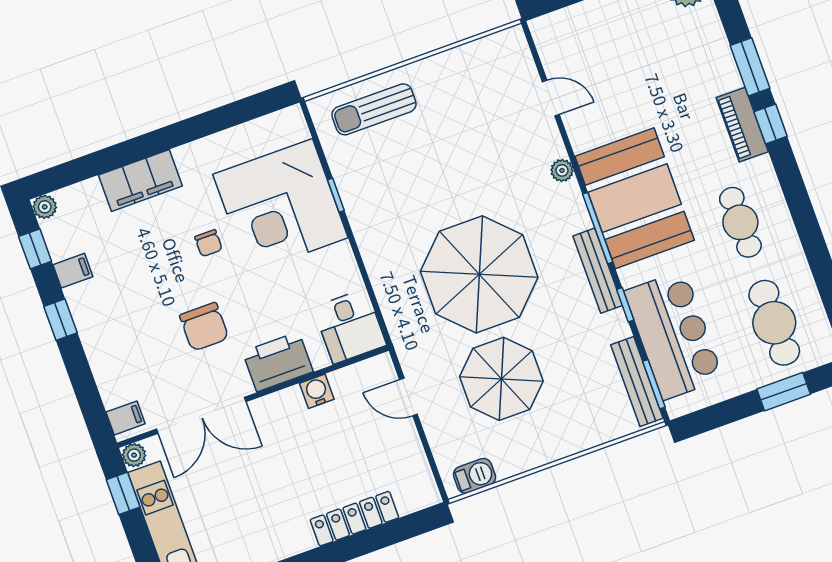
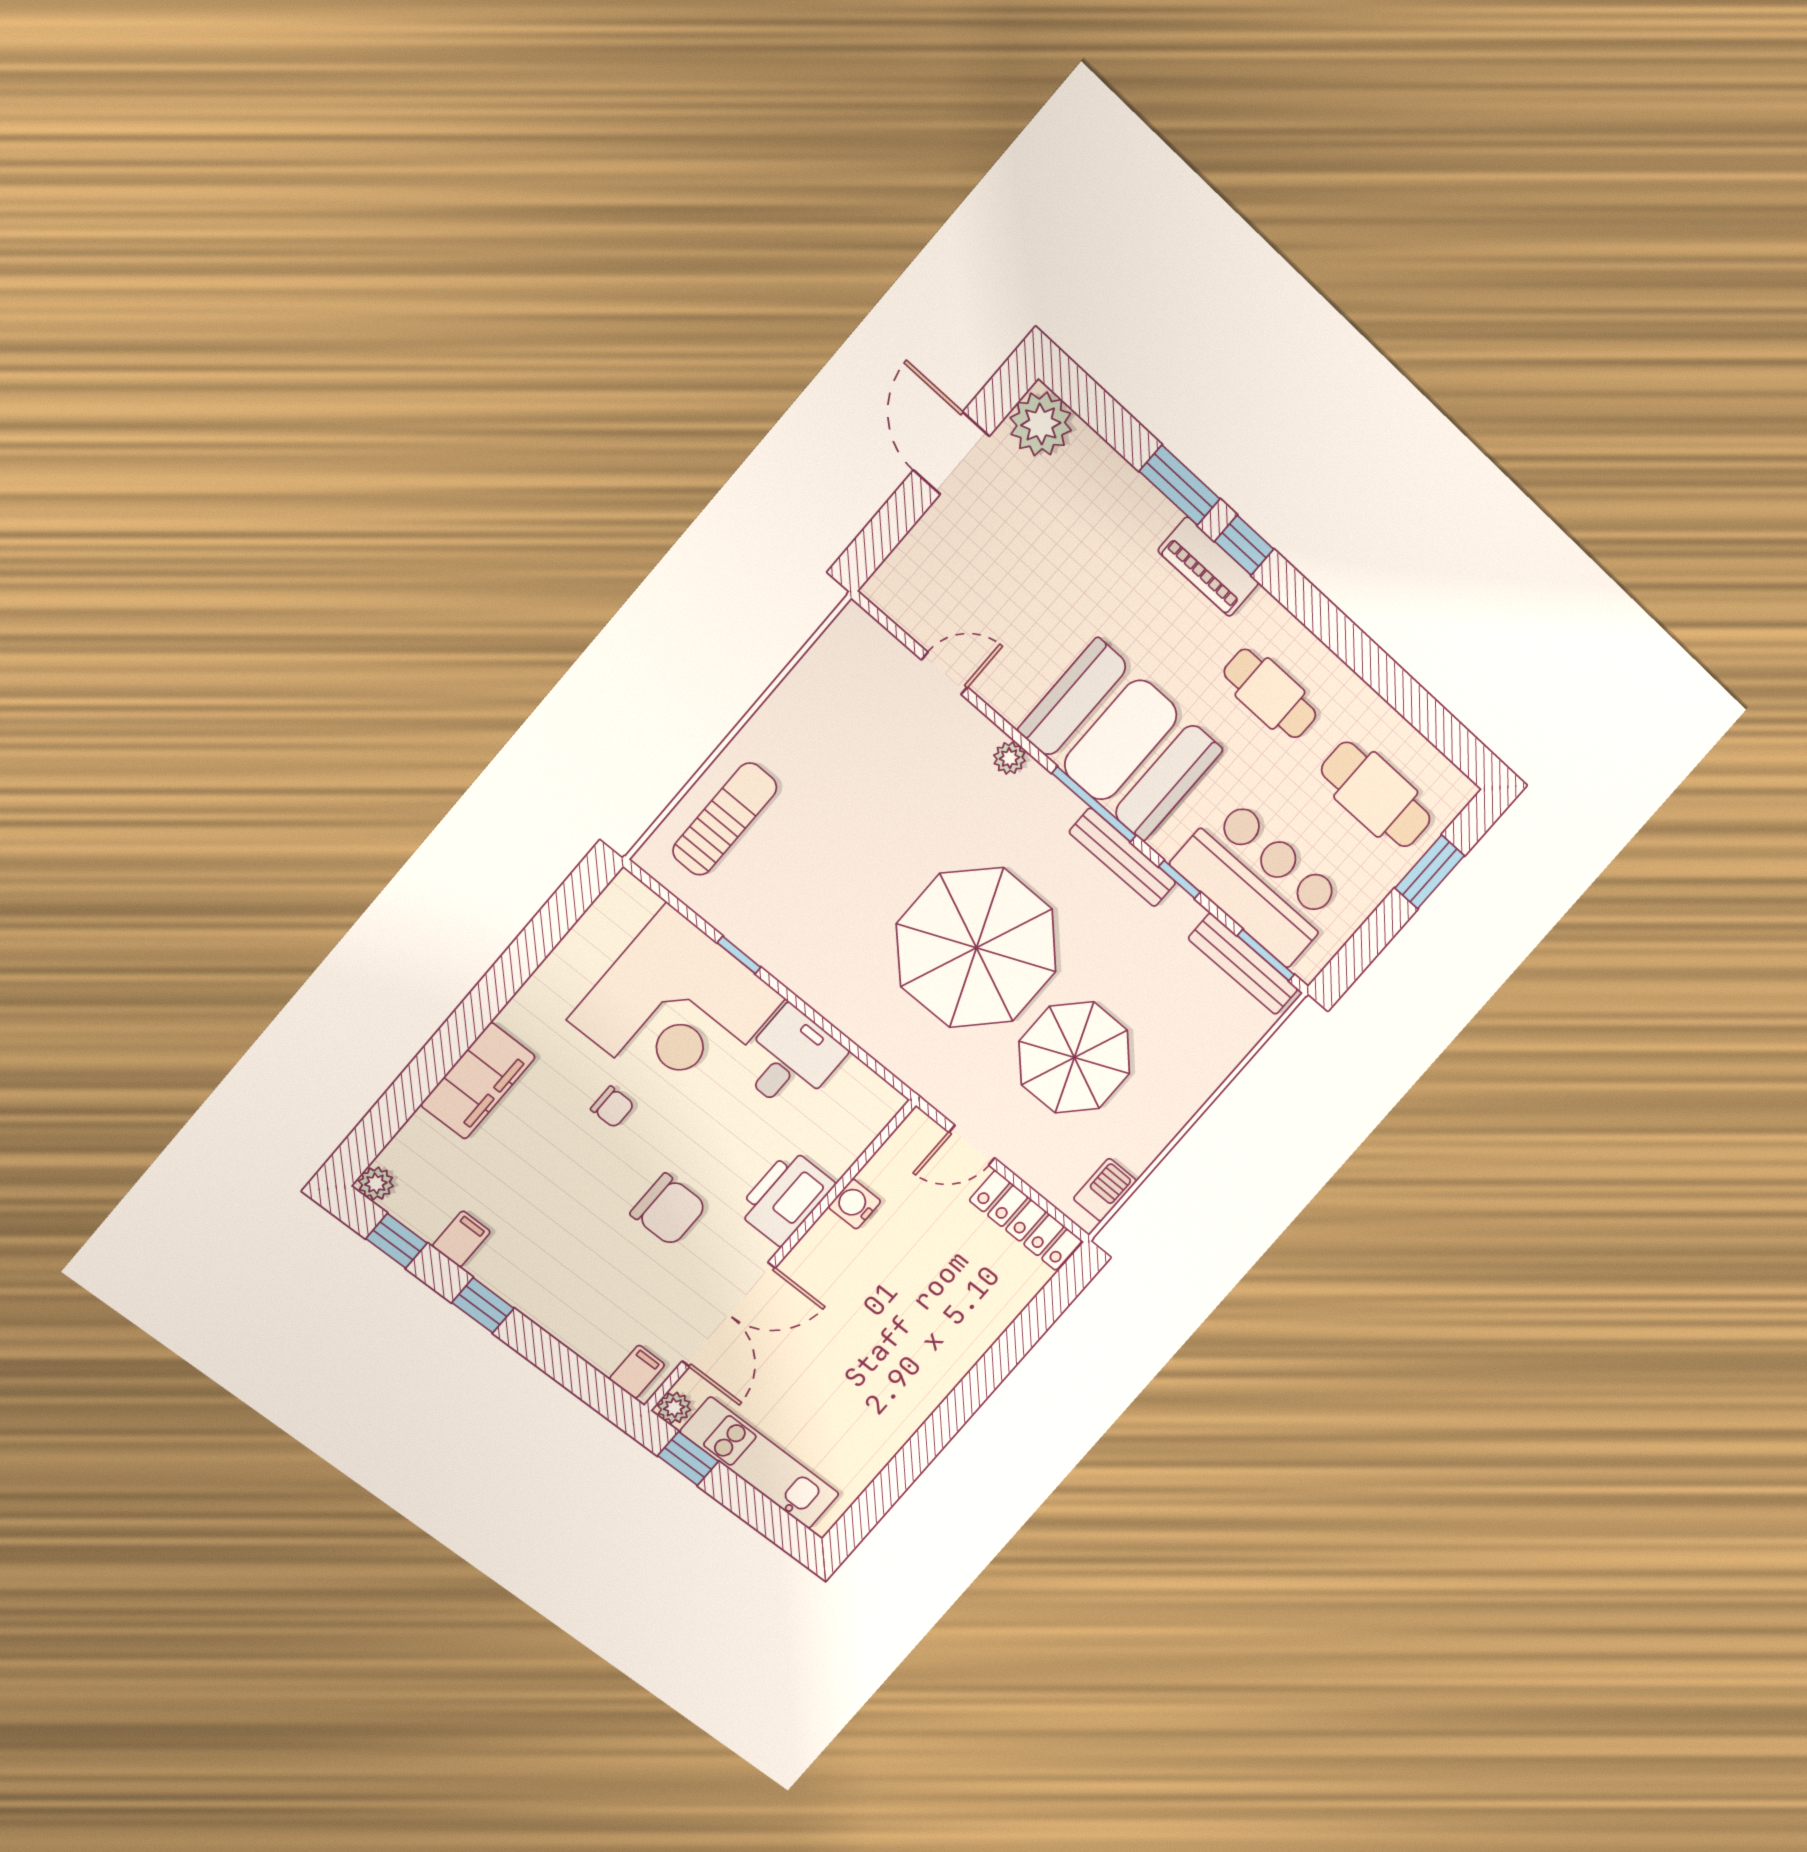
sun lounger: (374, 109) -> (725, 819), turned 180
desk: (350, 326) -> (791, 1060), moved, turned -90
locker: (354, 519) -> (1026, 1221), moved, turned -90

